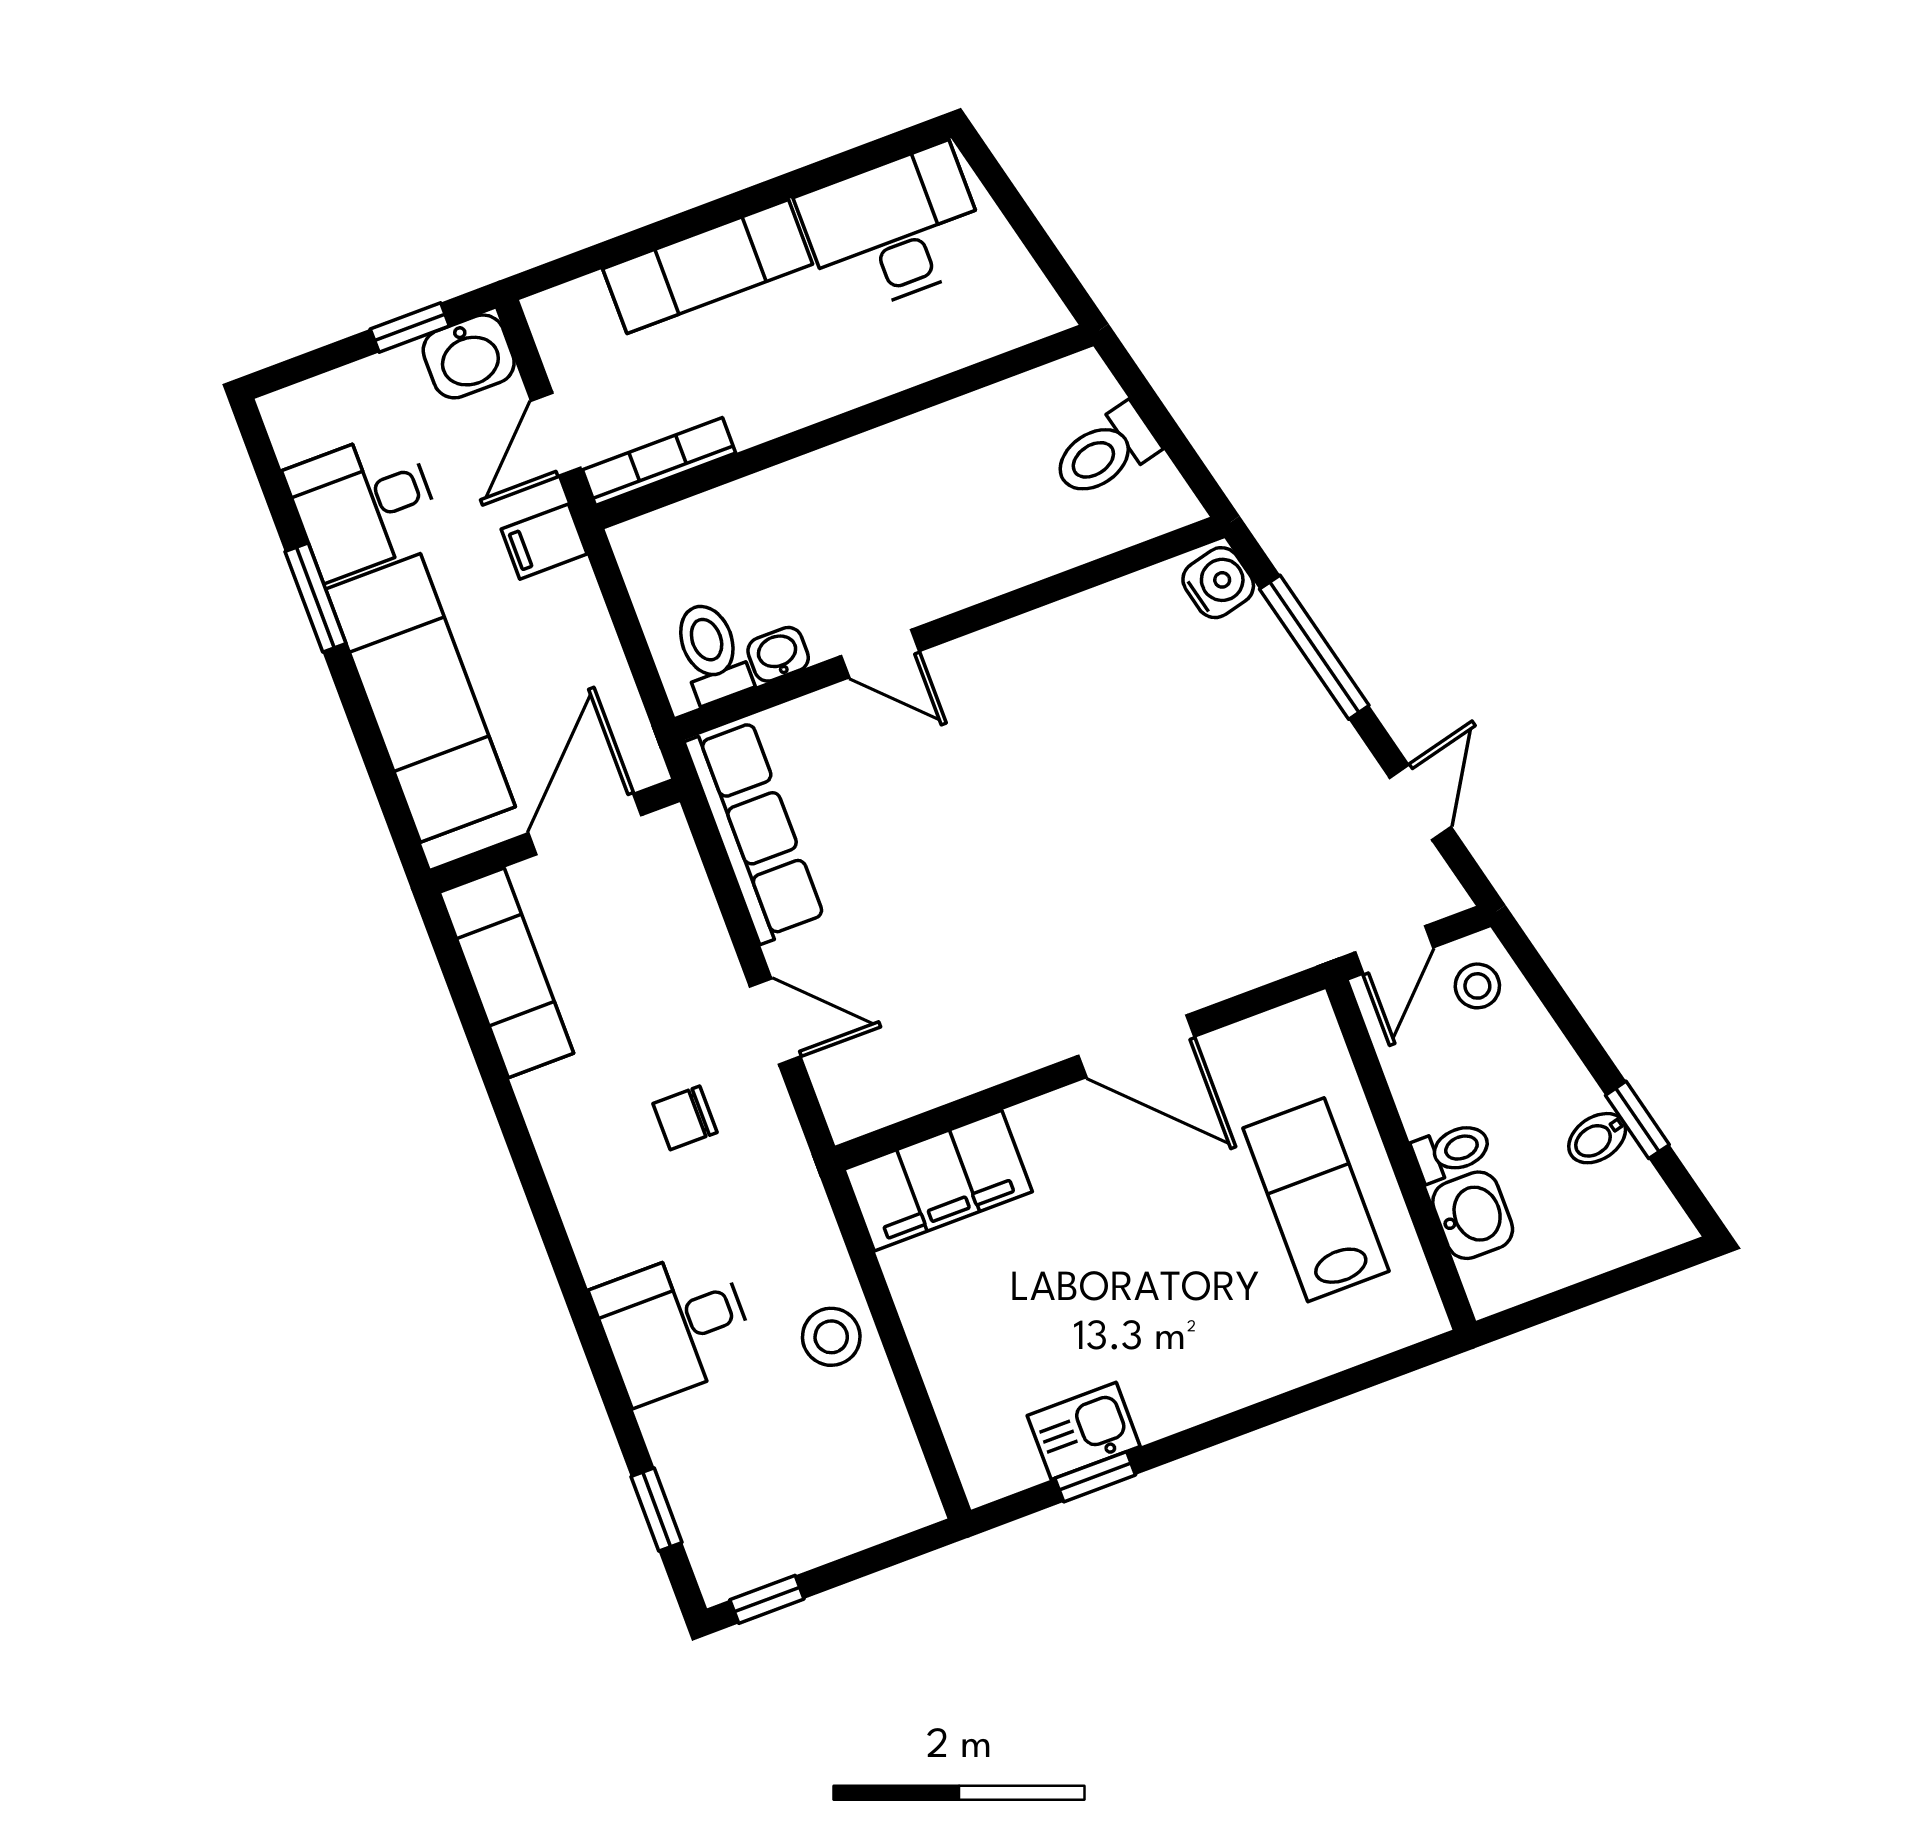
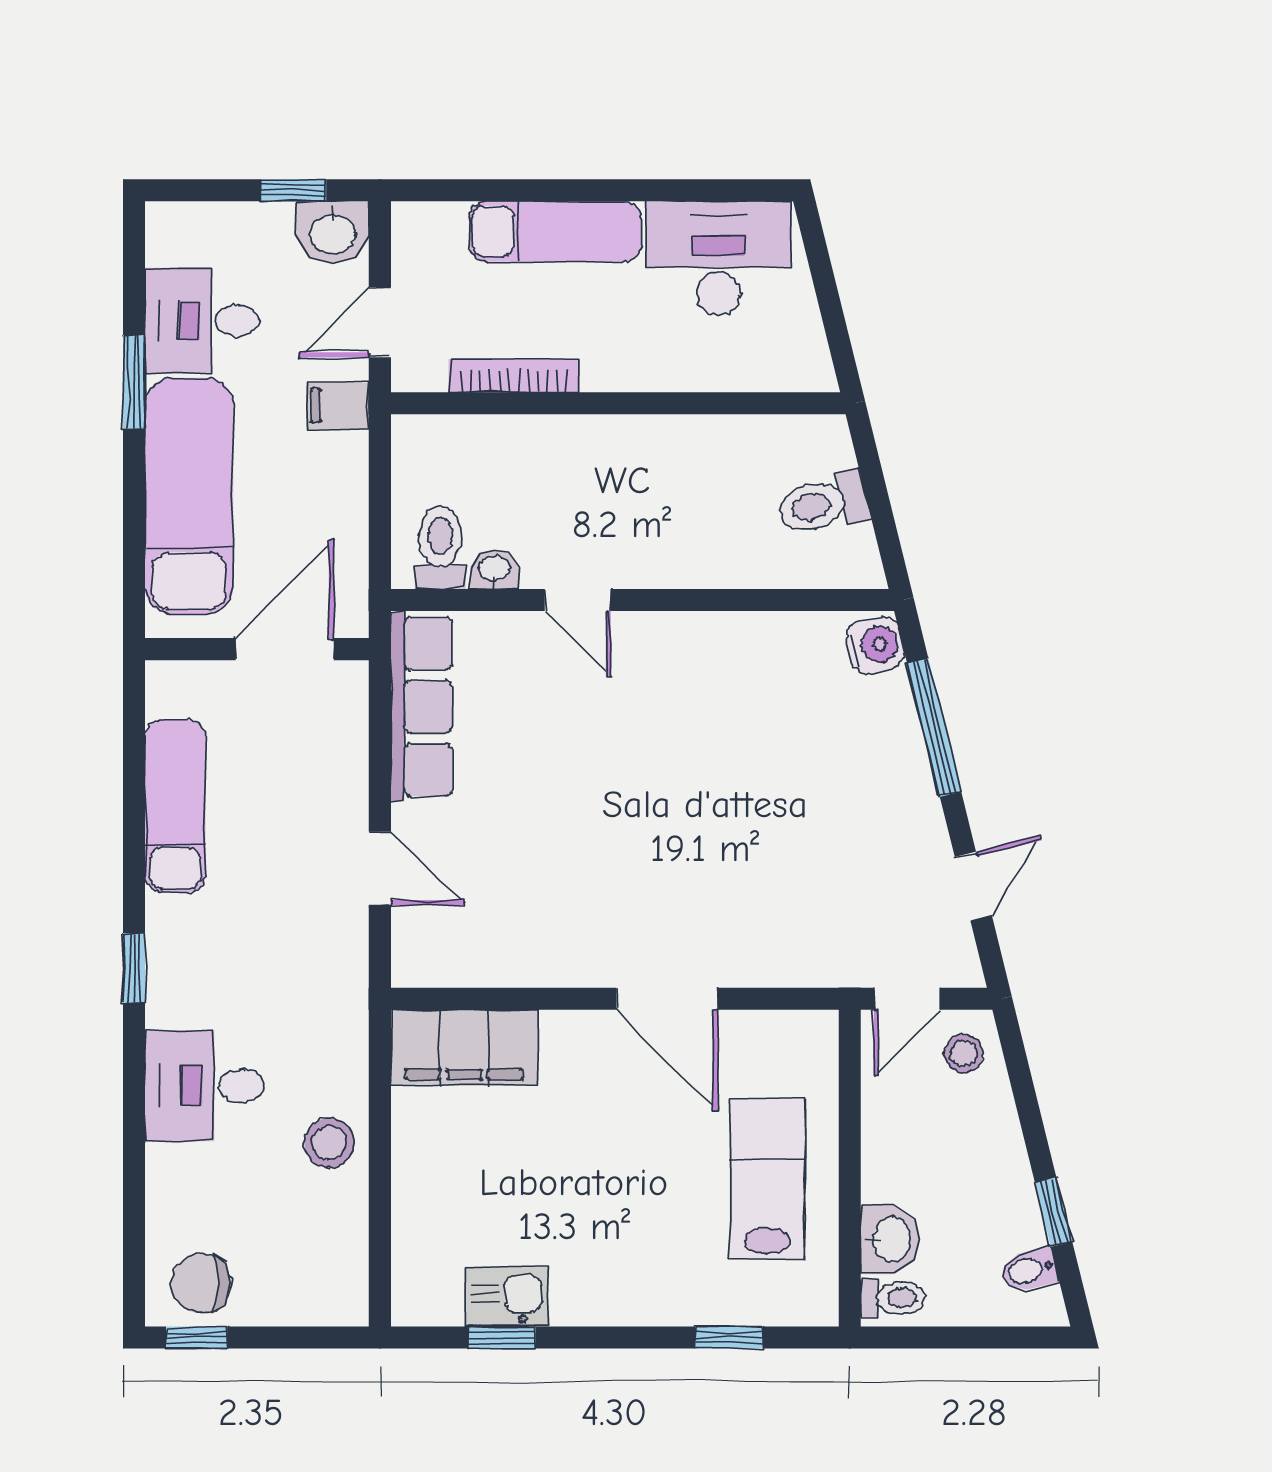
bookcase: (659, 461) -> (514, 376), moved
exam couch: (506, 973) -> (175, 806), moved
chair: (685, 1118) -> (201, 1284), moved, width x1.37, depth x1.37
bidet: (1597, 1138) -> (1029, 1270), moved
toilet: (1452, 1151) -> (893, 1298), moved
window: (1339, 1386) -> (729, 1338), added
window: (656, 1509) -> (134, 968), moved

